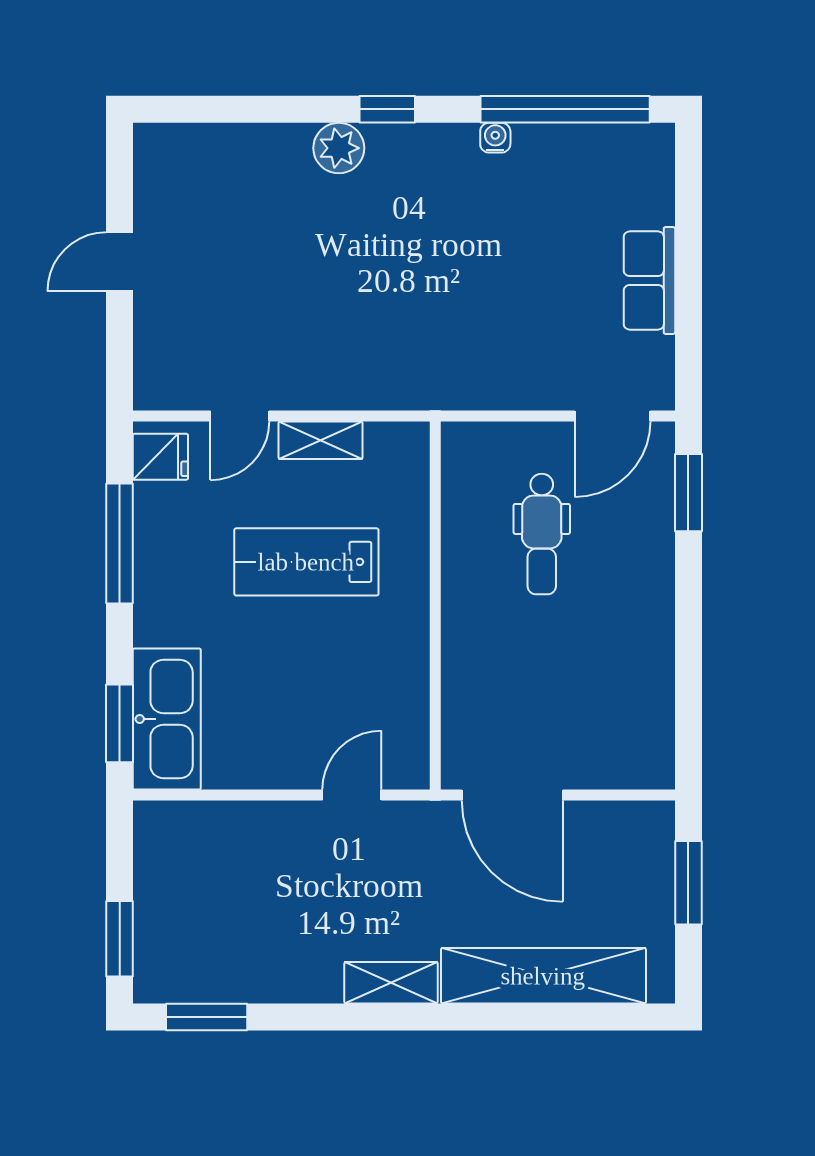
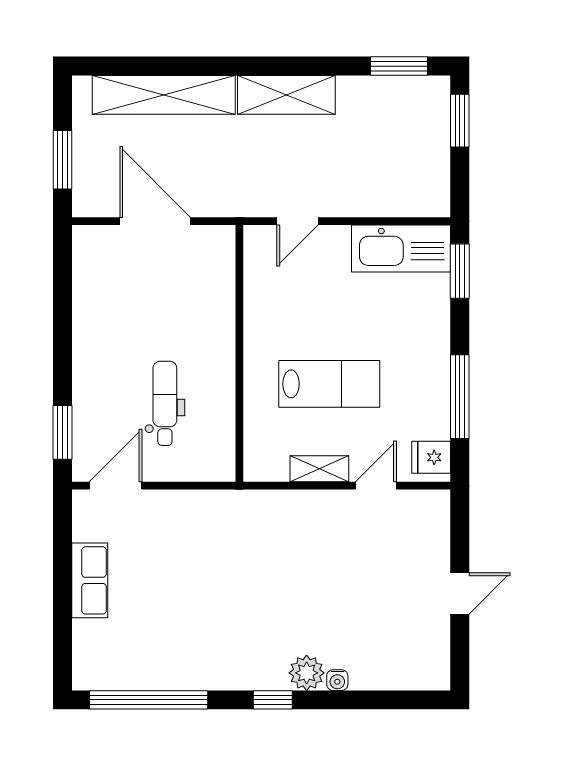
water cooler: (495, 138) -> (337, 680), moved
kitchen sink: (167, 719) -> (401, 249), moved, turned -90
door: (512, 795) -> (155, 221), moved
shelving: (391, 983) -> (286, 95), width x1.50, depth x1.33

